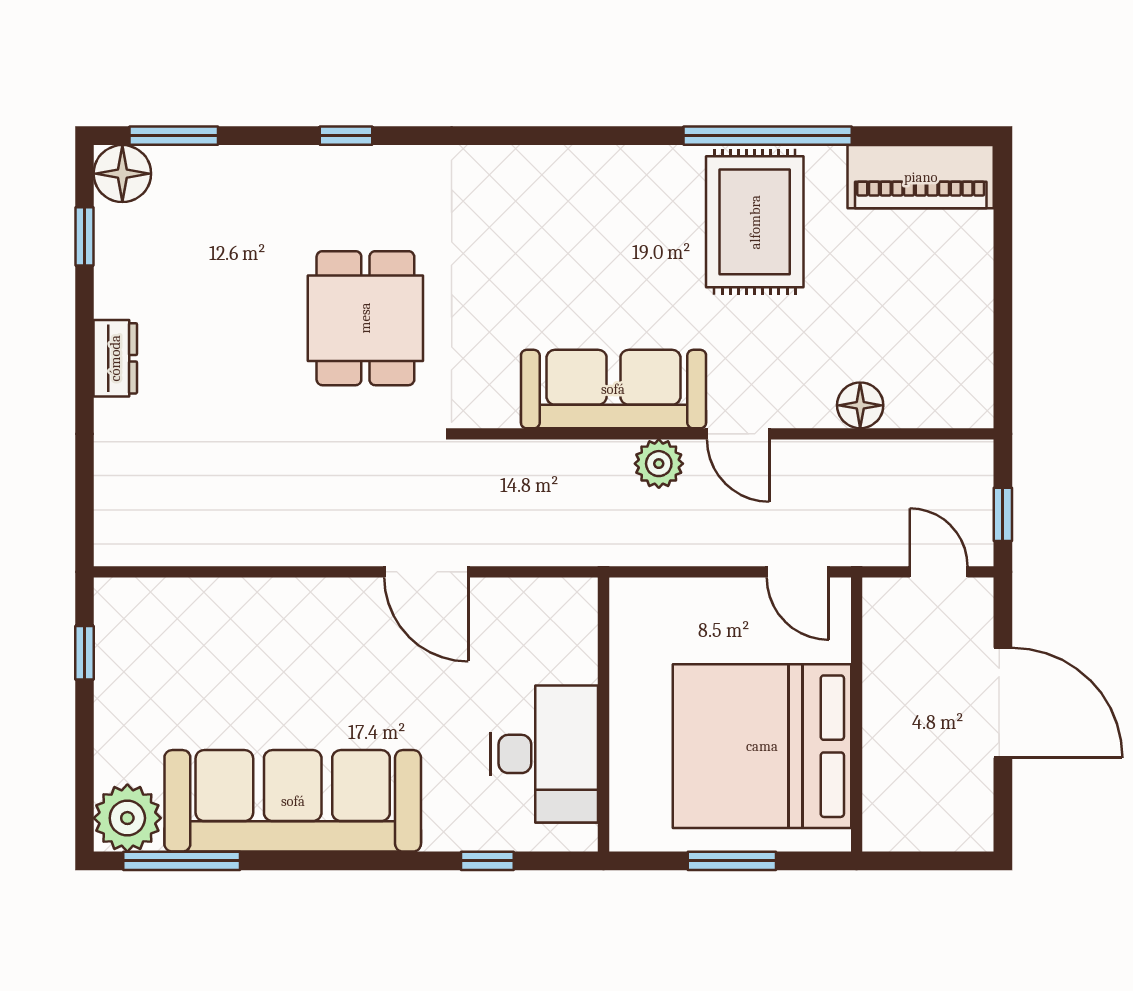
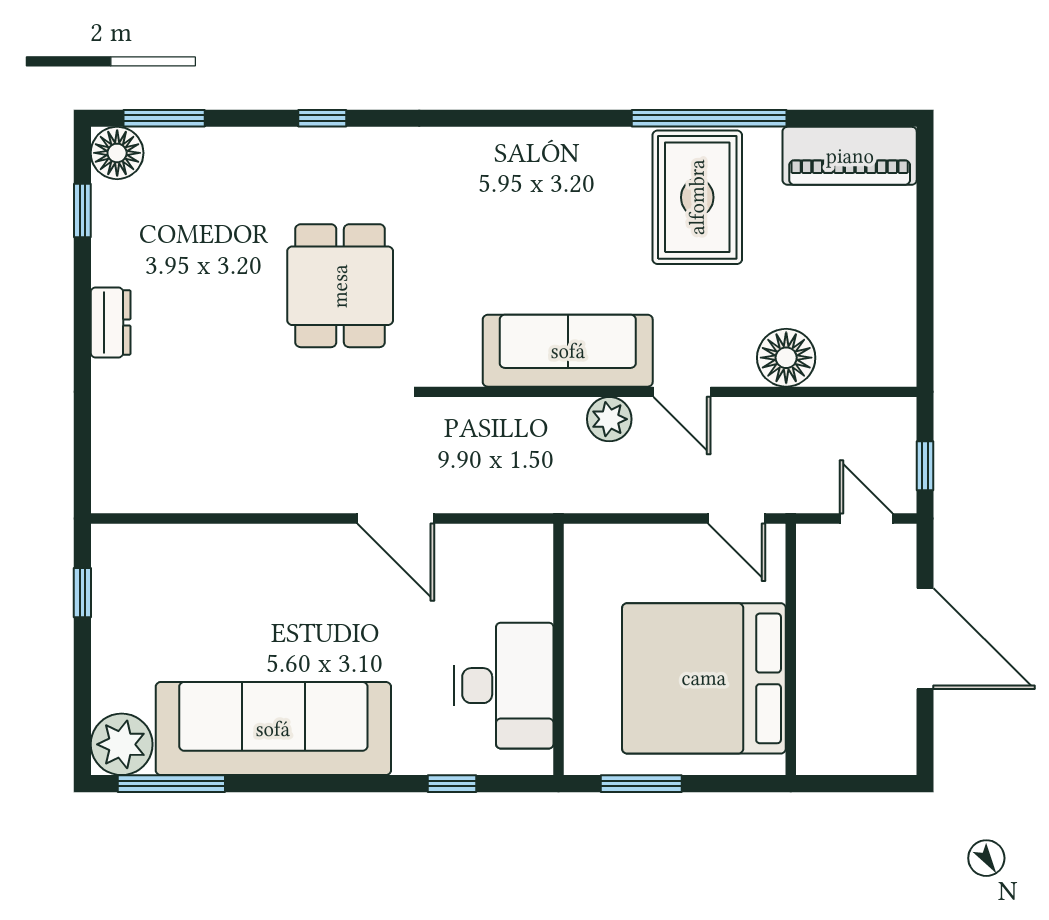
floor lamp: (860, 405) -> (786, 358), width x1.38, depth x1.38
window: (732, 861) -> (641, 784), moved

